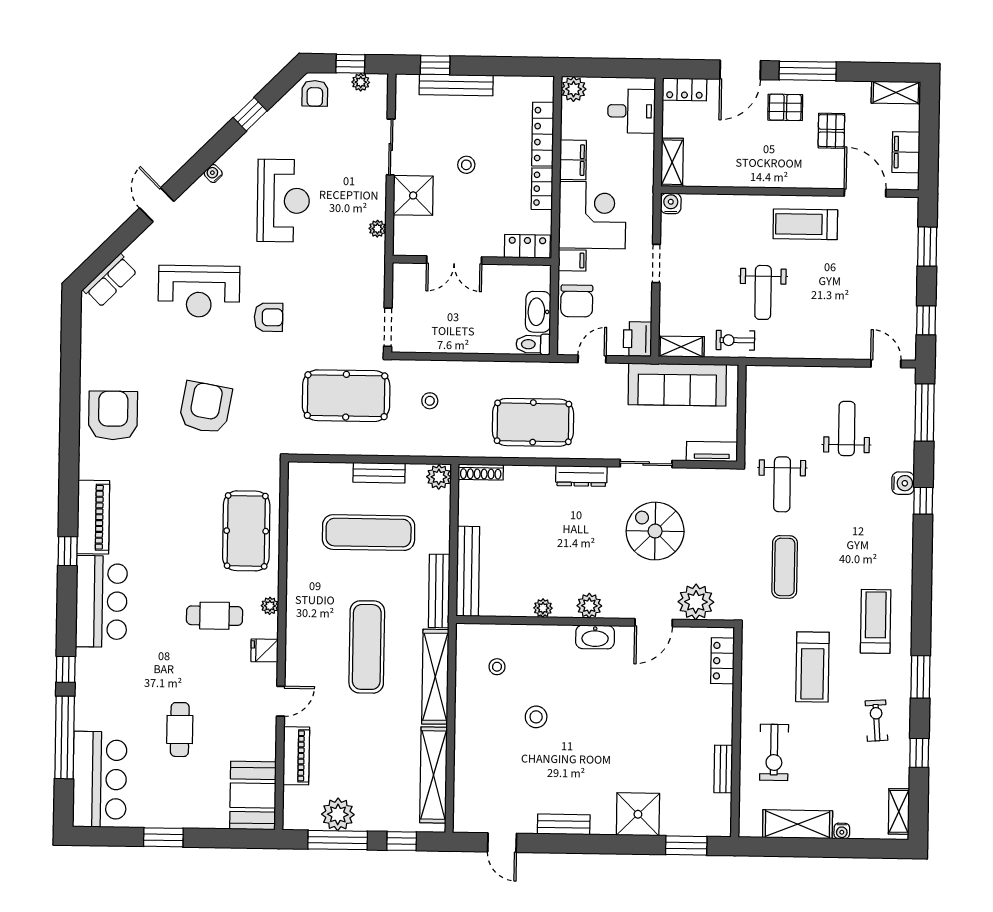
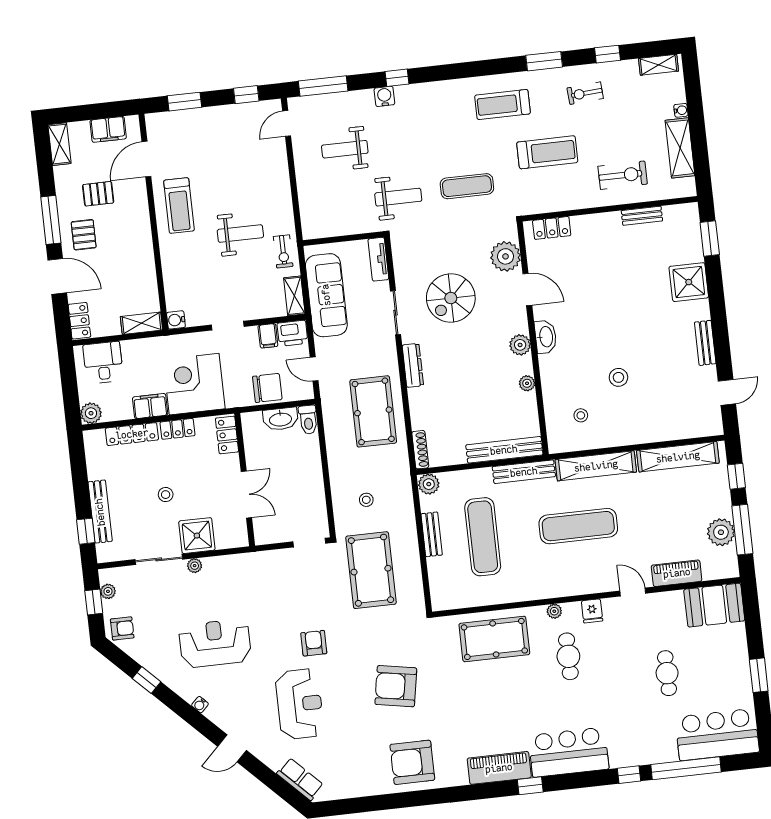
plant: (377, 229) -> (195, 566), moved
filing cabinet: (572, 260) -> (268, 336), moved, turned 180
cafe table: (180, 730) -> (667, 673), turned 90

